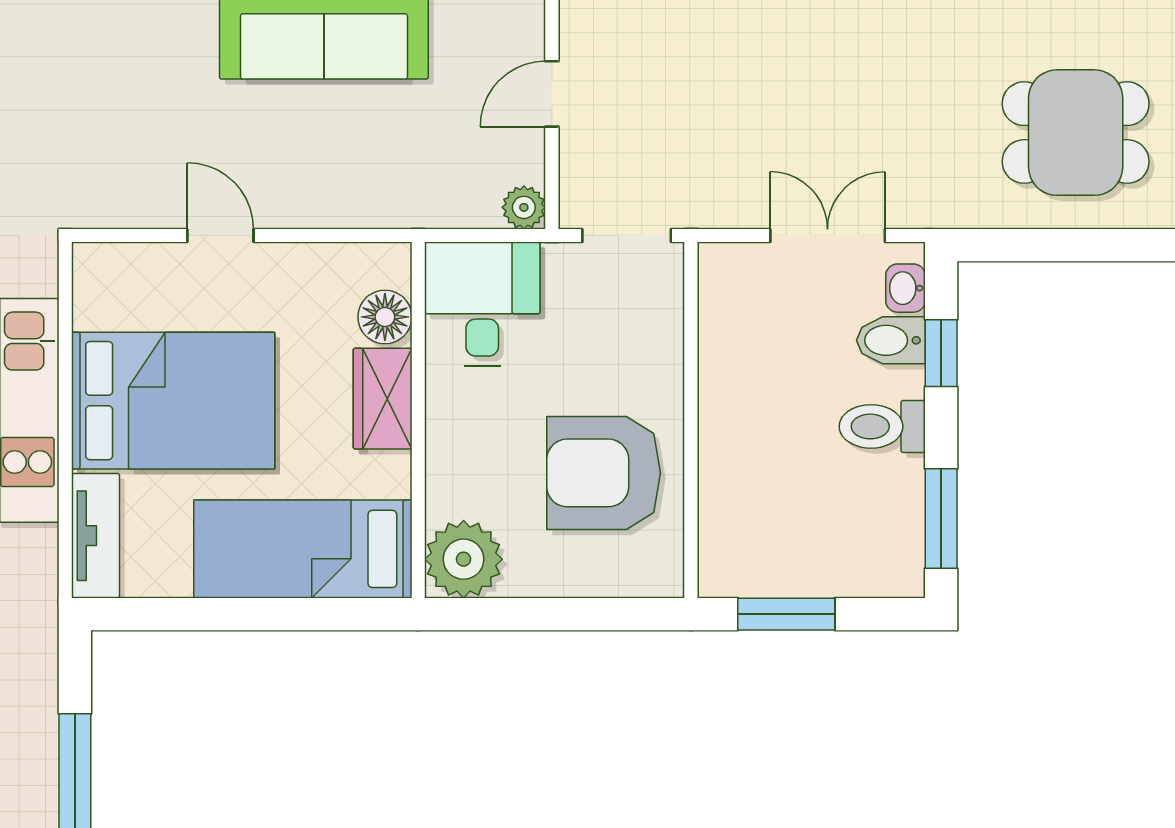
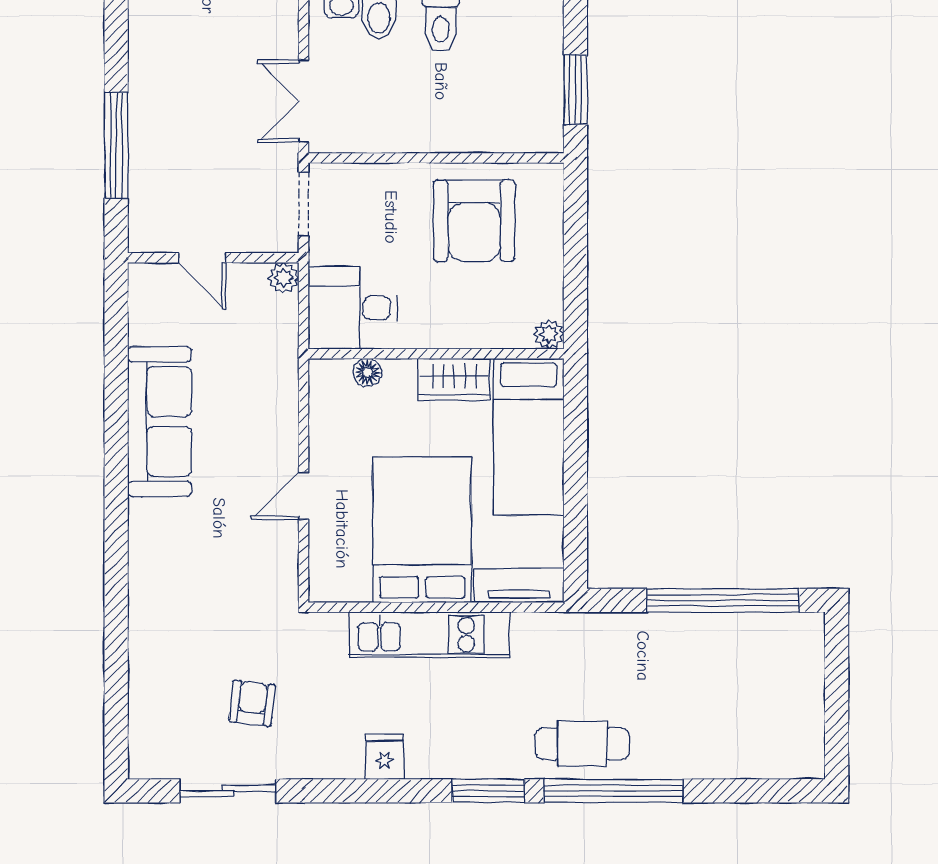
double door: (828, 235) -> (304, 101), moved
floor lamp: (385, 317) -> (367, 373), width x0.73, depth x0.73
wardrobe: (383, 399) -> (454, 379), moved
plant: (464, 559) -> (549, 334), width x0.53, depth x0.53

